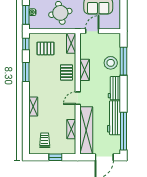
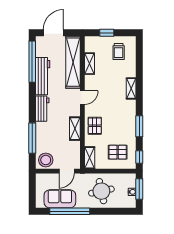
stool: (111, 63) -> (46, 160), moved

